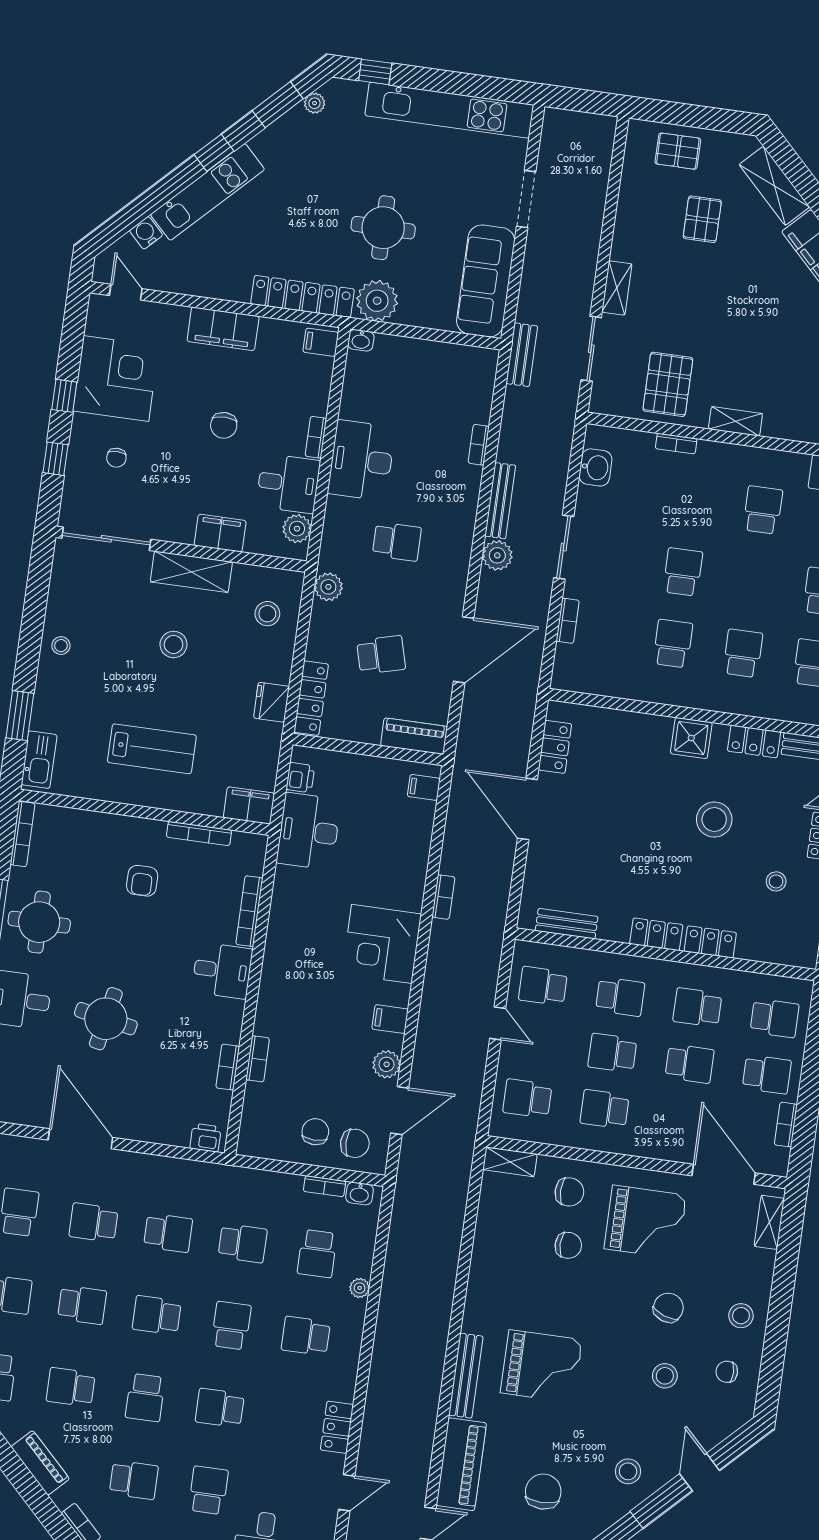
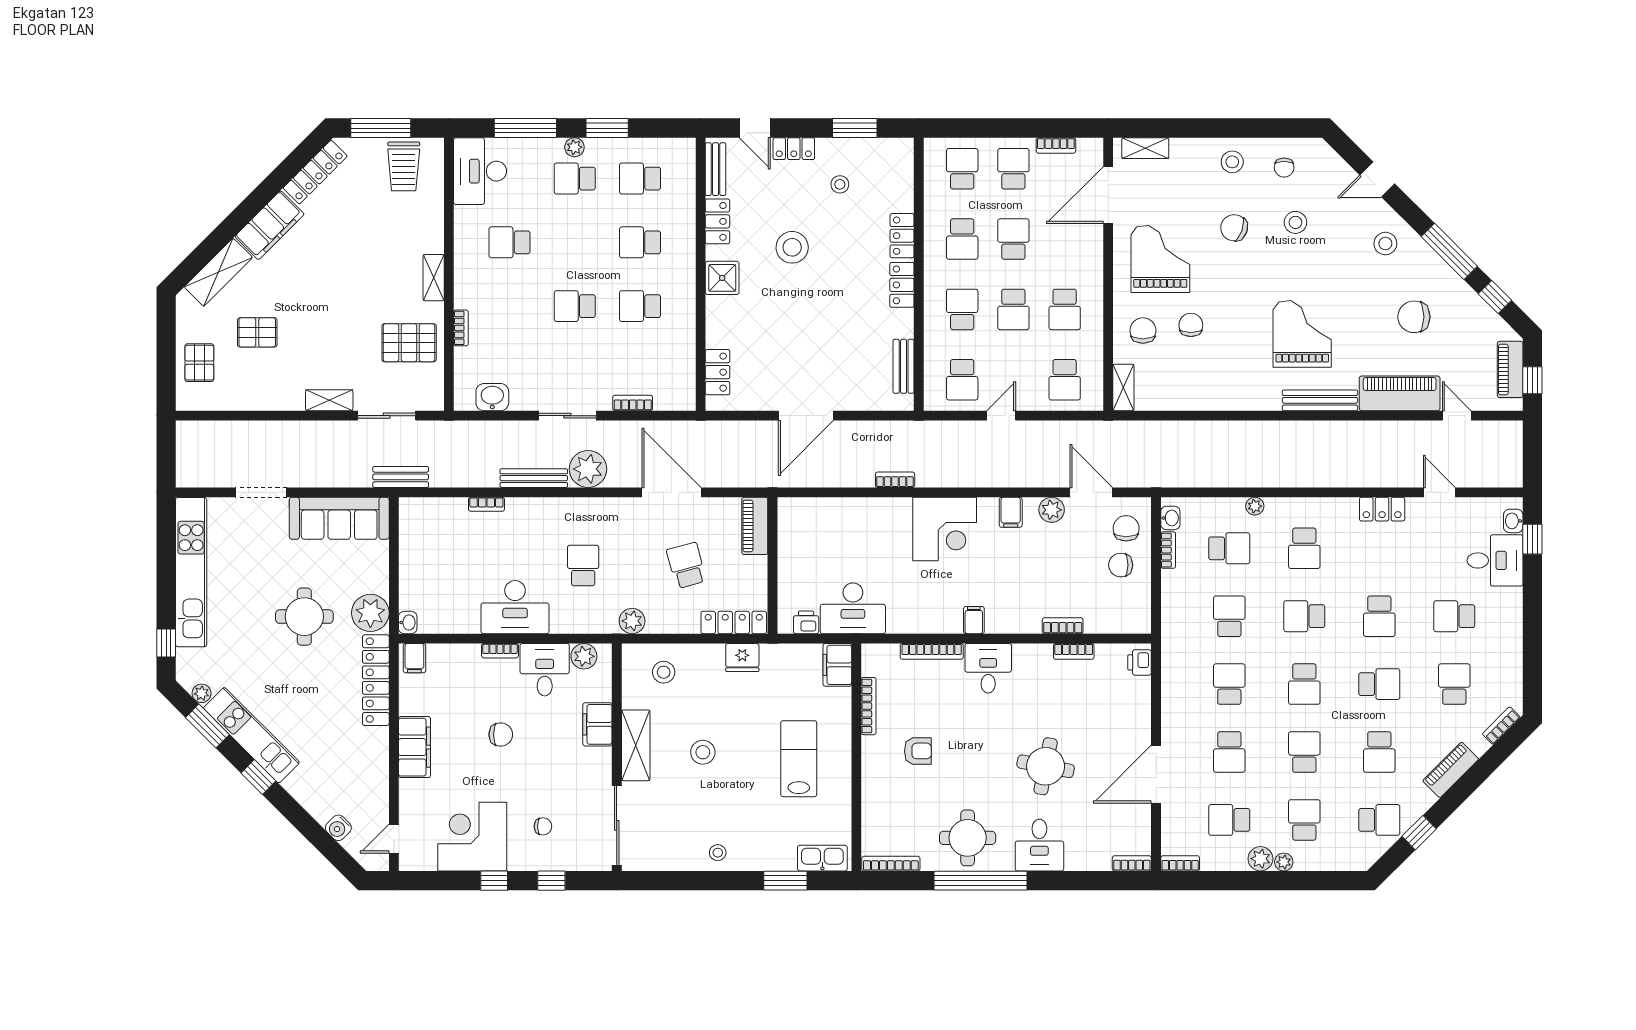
kitchen unit: (208, 192) -> (251, 735), moved
plant: (497, 555) -> (588, 469), width x1.36, depth x1.36
locker: (555, 747) -> (718, 372), moved, turned 90
filing cabinet: (424, 787) -> (974, 620), moved, turned 180

